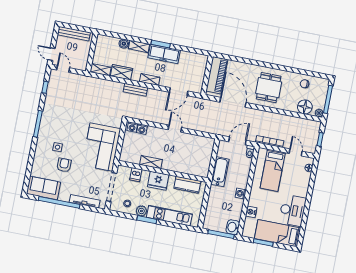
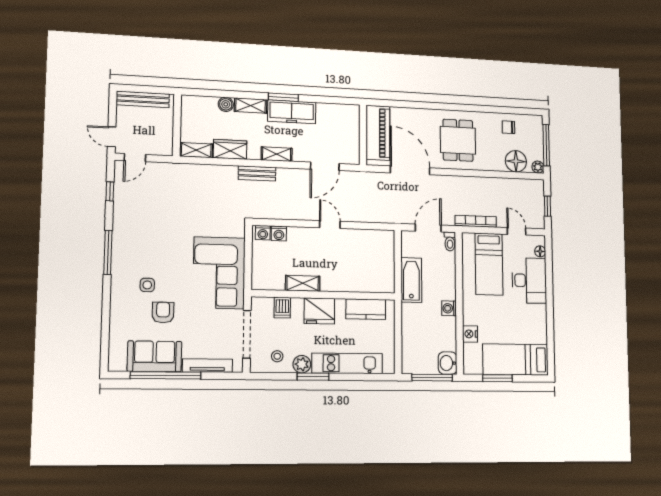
door: (63, 69) -> (135, 158), swing flipped
sofa: (43, 188) -> (155, 356), moved
desk: (292, 210) -> (529, 280), moved

